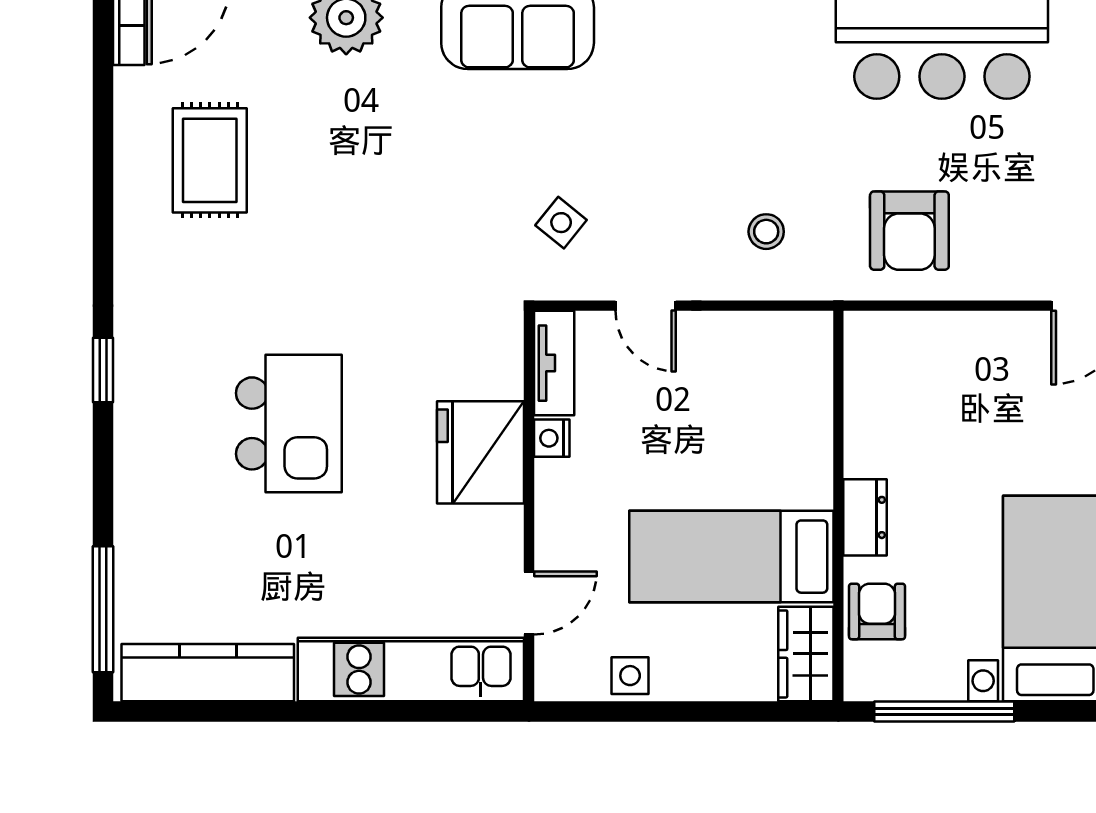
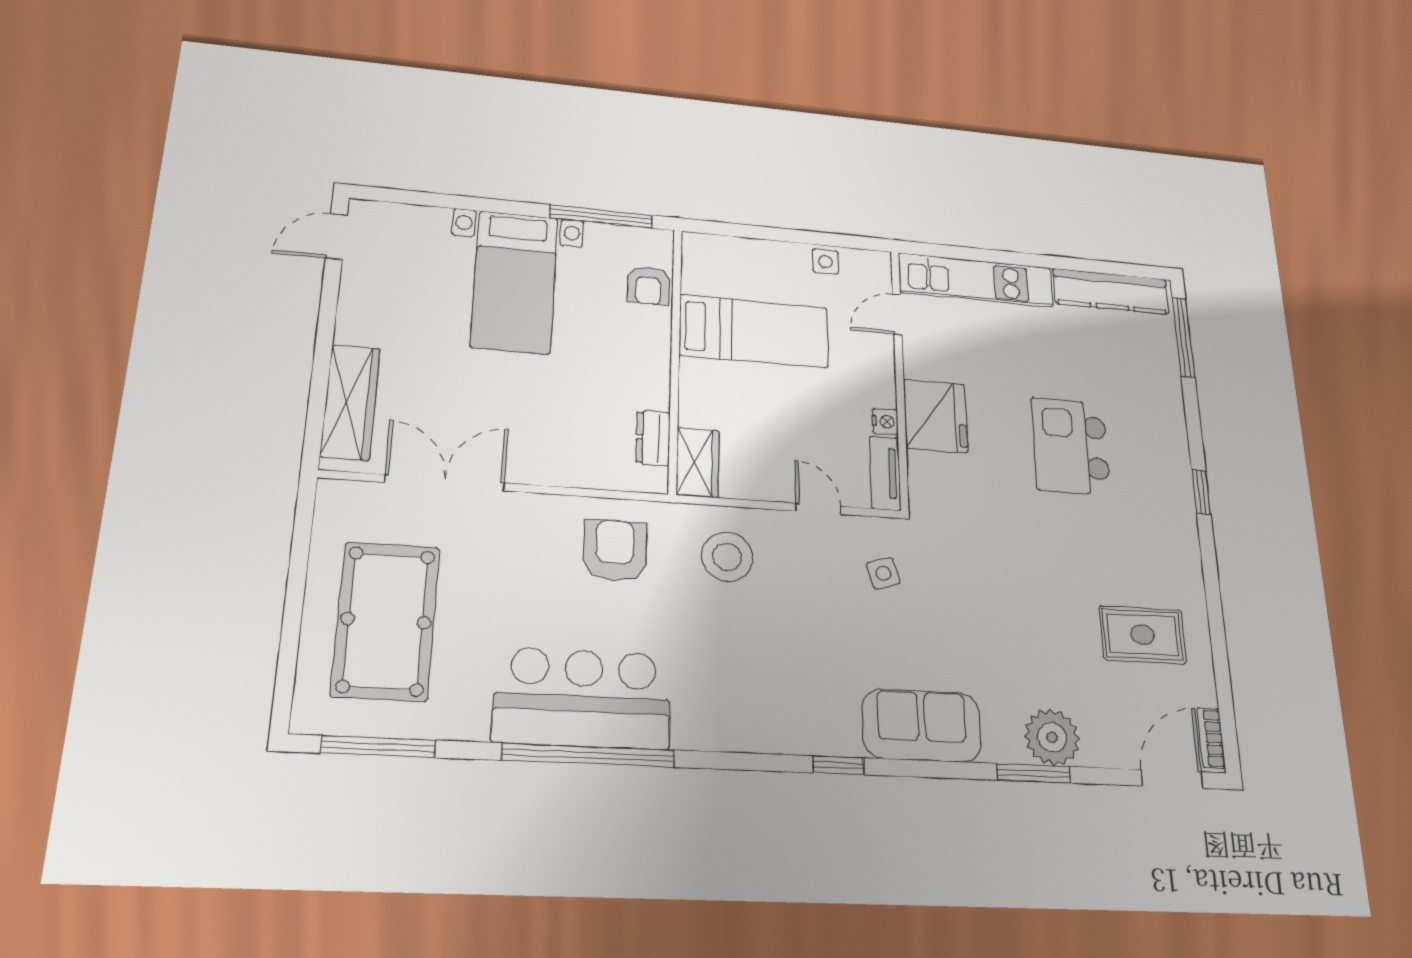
rug: (210, 160) -> (1143, 635), turned 90
side table: (561, 223) -> (883, 573), turned 34
stool: (766, 232) -> (727, 557), width x1.89, depth x1.89
dresser: (865, 517) -> (653, 438), moved
wardrobe: (806, 654) -> (698, 463), moved

